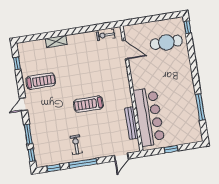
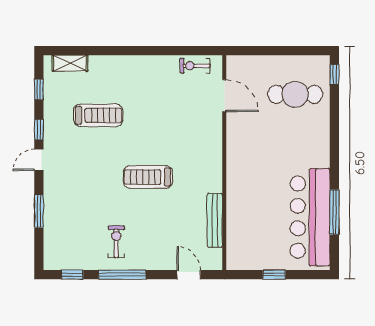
shelving: (56, 41) -> (70, 63), moved
treadmill: (41, 81) -> (98, 115), moved
bar counter: (149, 117) -> (310, 217), moved, turned 180
window: (32, 155) -> (39, 130), moved
door: (121, 157) -> (189, 275), swing flipped

